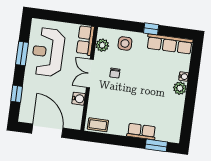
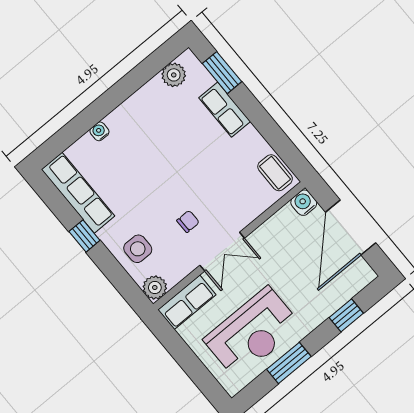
plant: (102, 45) -> (155, 287), moved
plant: (180, 88) -> (174, 75), moved
water cooler: (79, 99) -> (304, 203), moved

